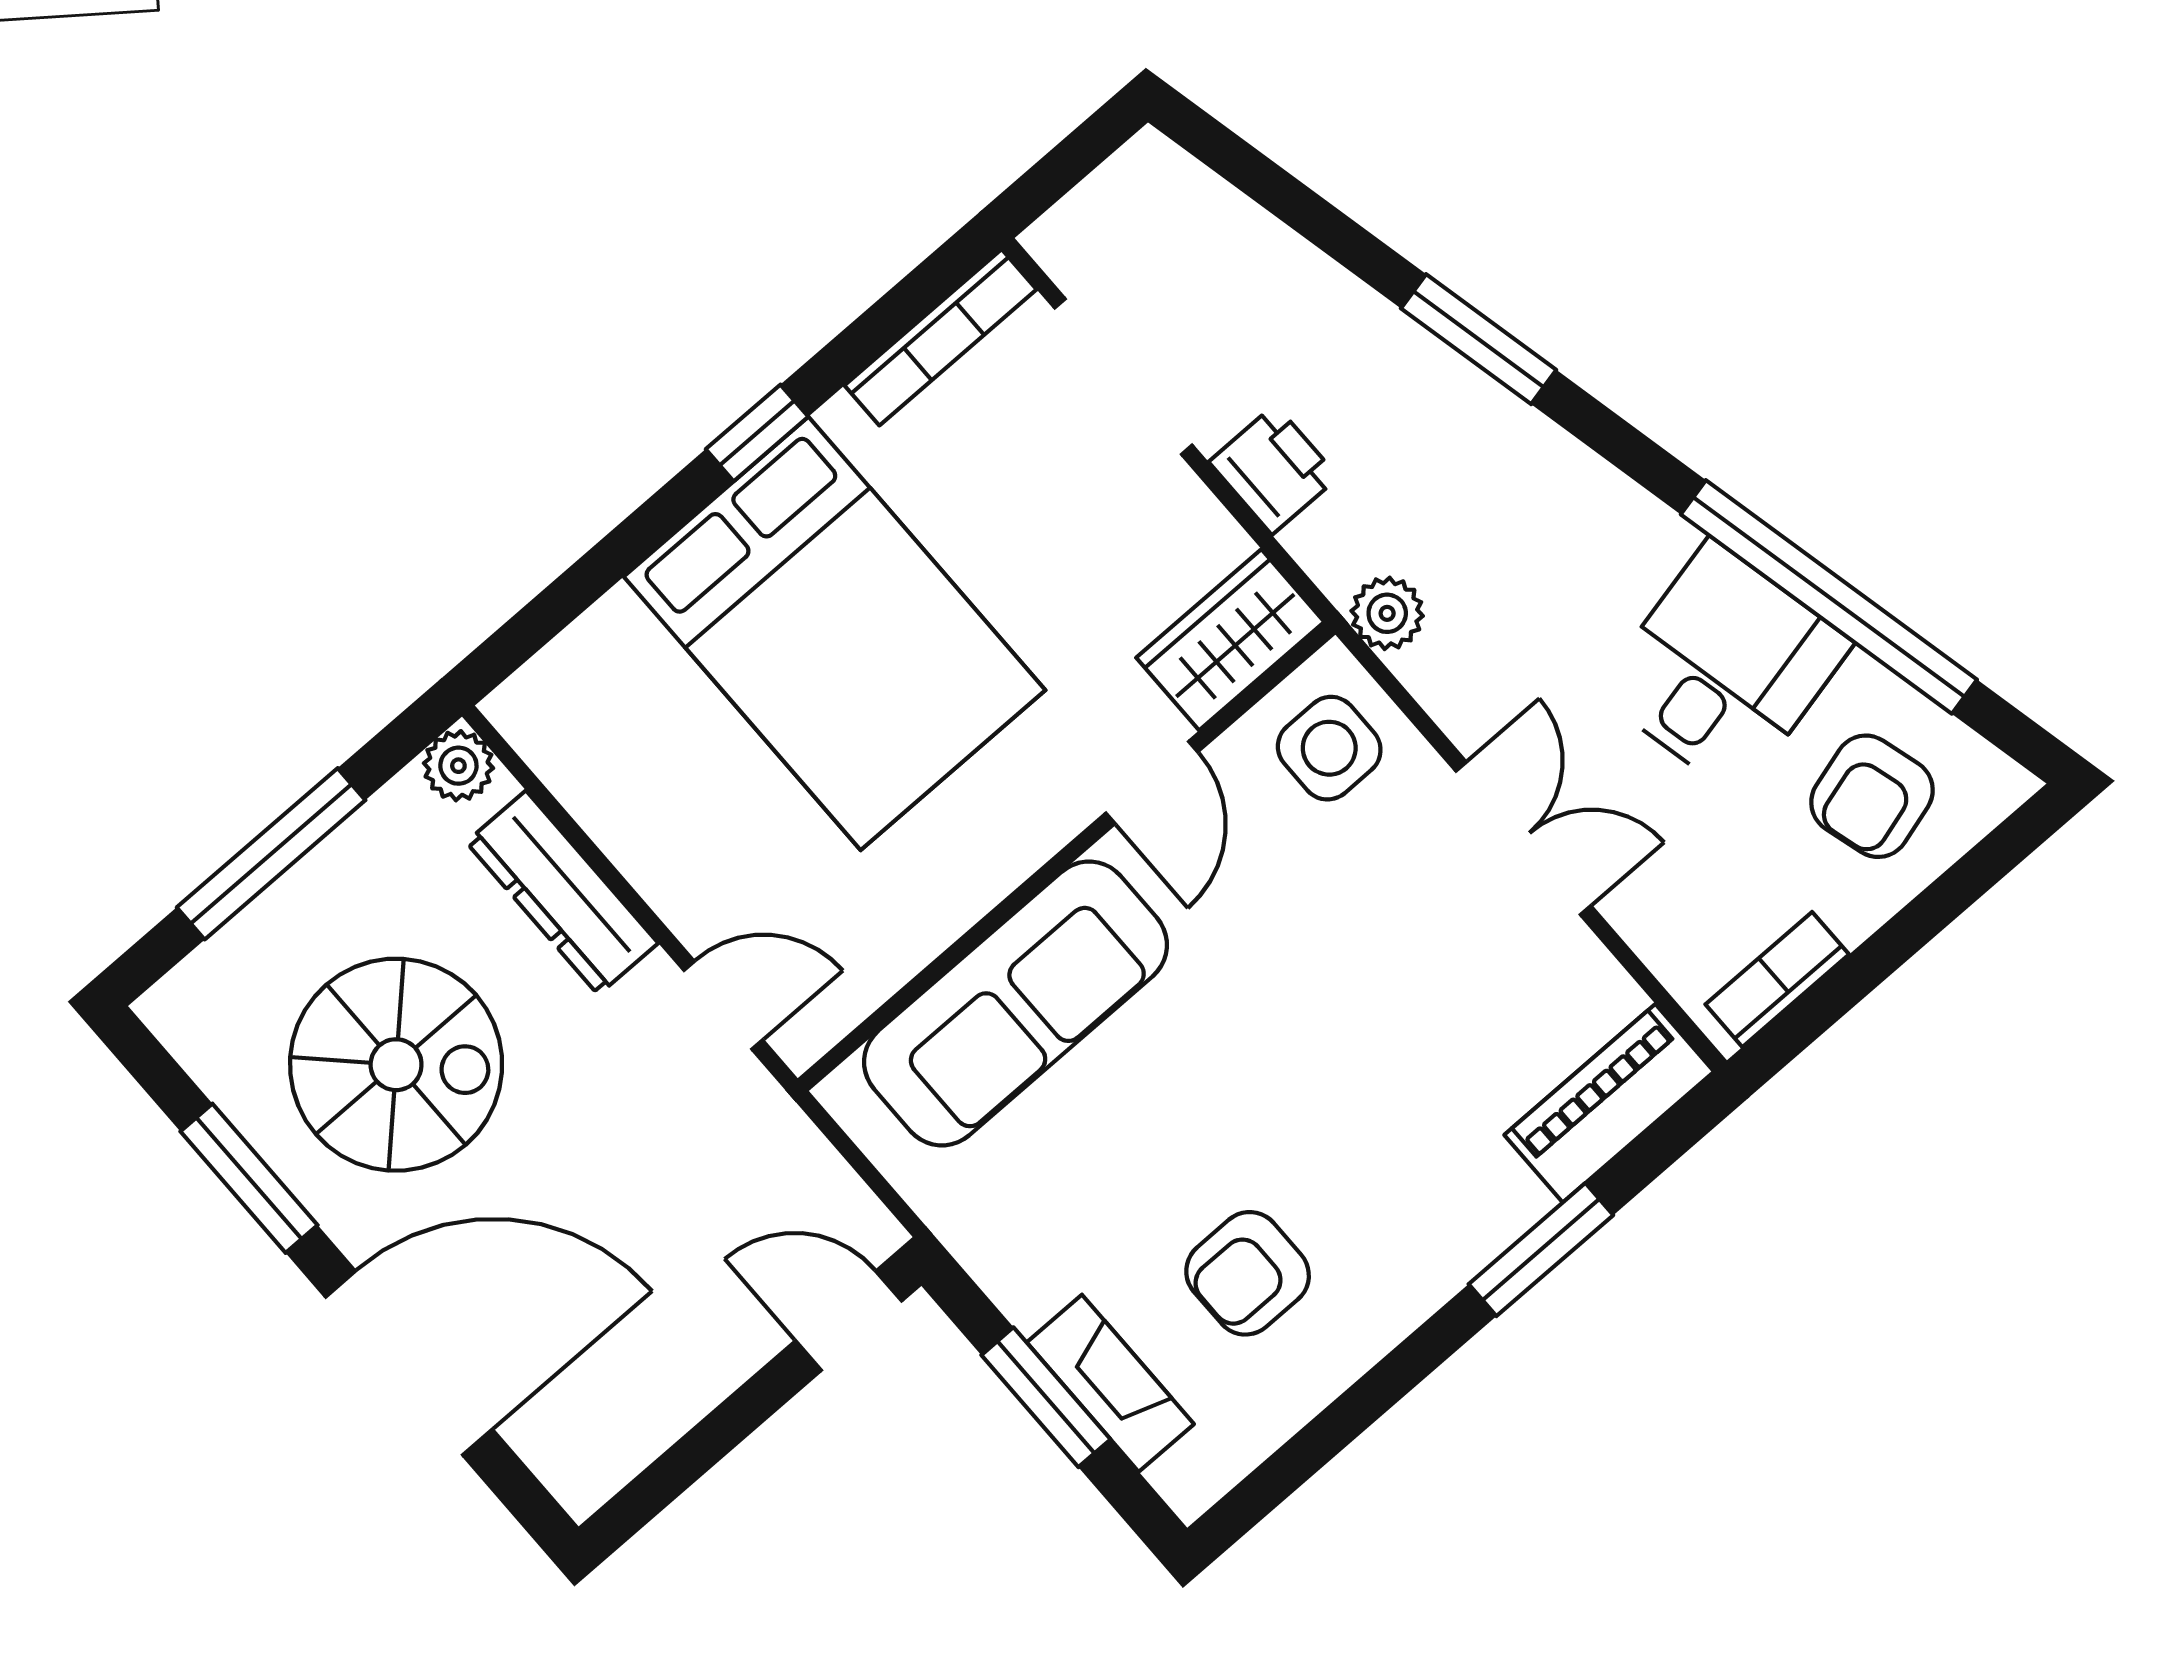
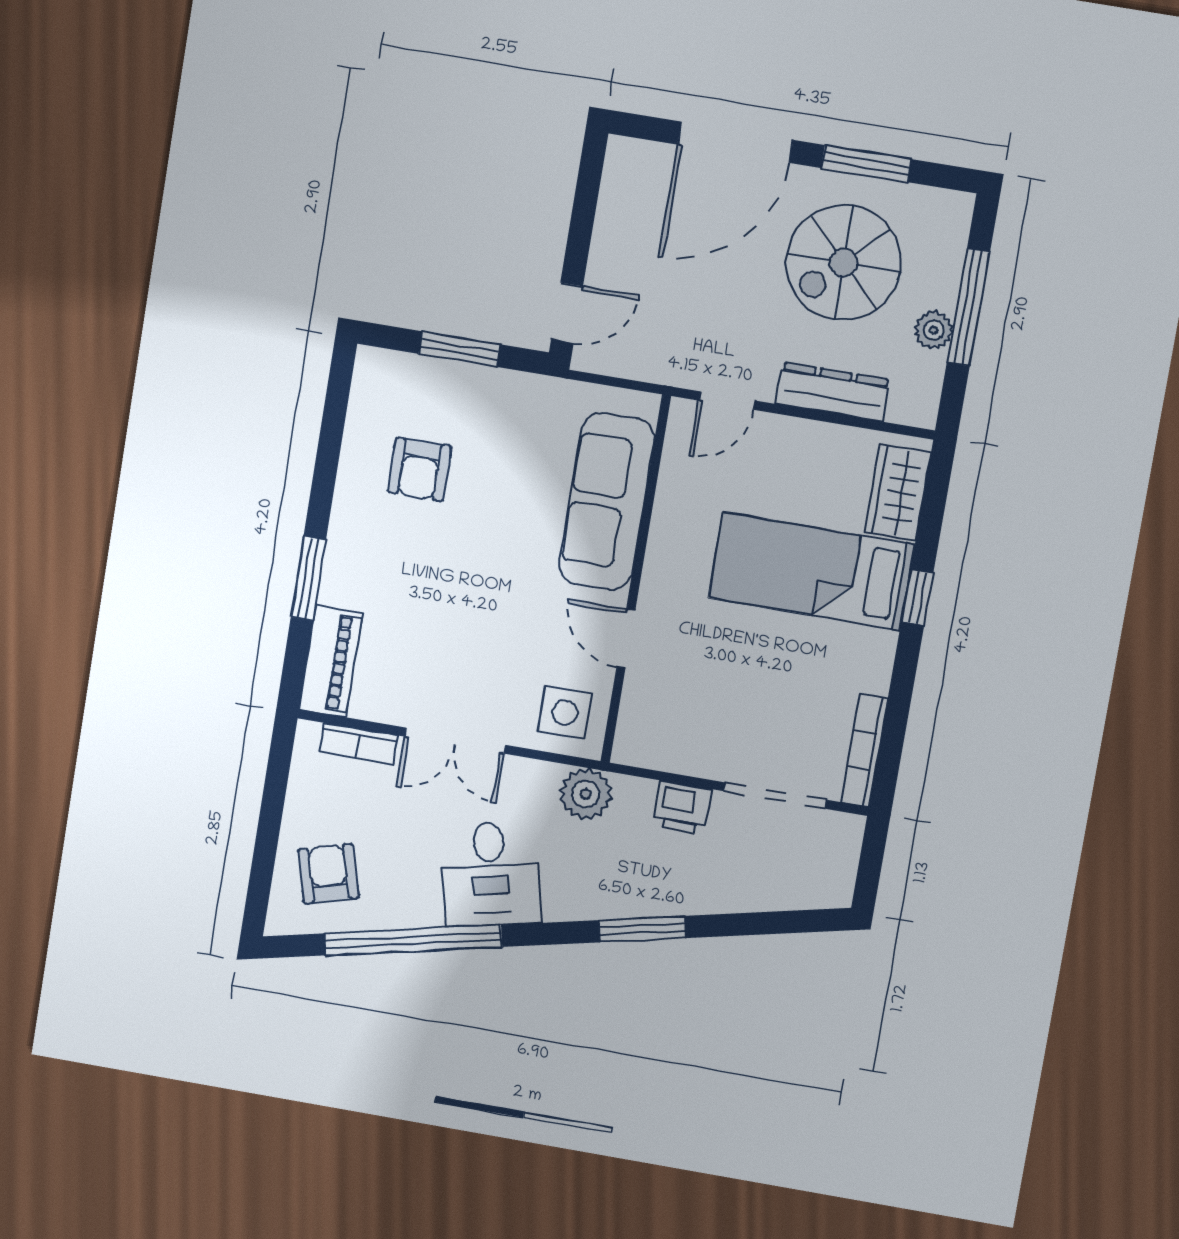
window: (757, 433) -> (917, 597), moved
plant: (1387, 613) -> (586, 794), width x1.38, depth x1.38
bed: (835, 633) -> (811, 571), width x0.67
wardrobe: (1230, 640) -> (898, 492), moved, turned 180
desk: (1724, 668) -> (490, 874), moved
plant: (458, 766) -> (933, 330), moved
bookcase: (1777, 979) -> (358, 744), moved, turned 90
armchair: (1248, 1273) -> (419, 469), turned 180
fireplace: (1110, 1383) -> (438, 377), removed

